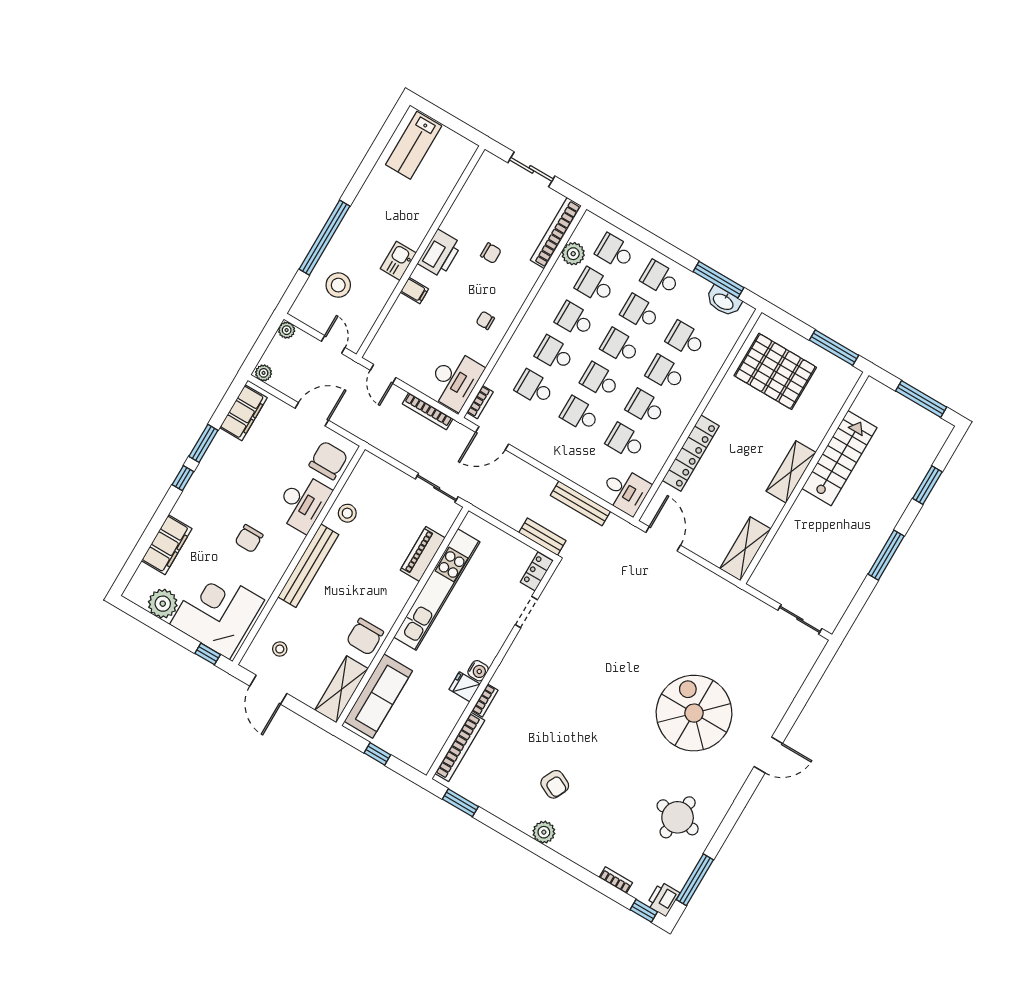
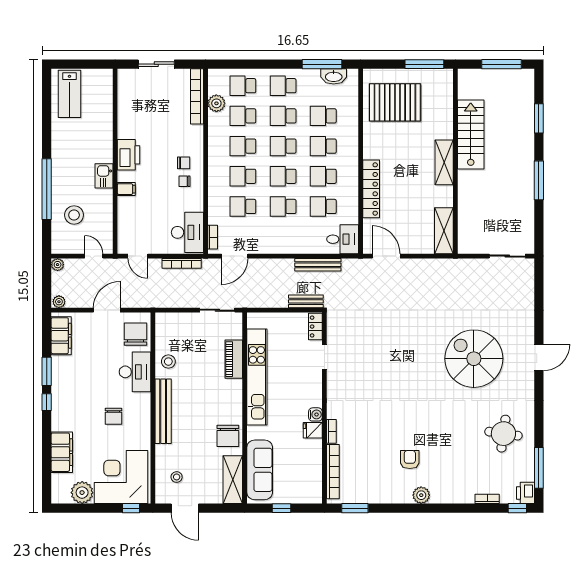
chair: (491, 253) -> (184, 163), moved
armchair: (555, 784) -> (410, 459), turned -116

